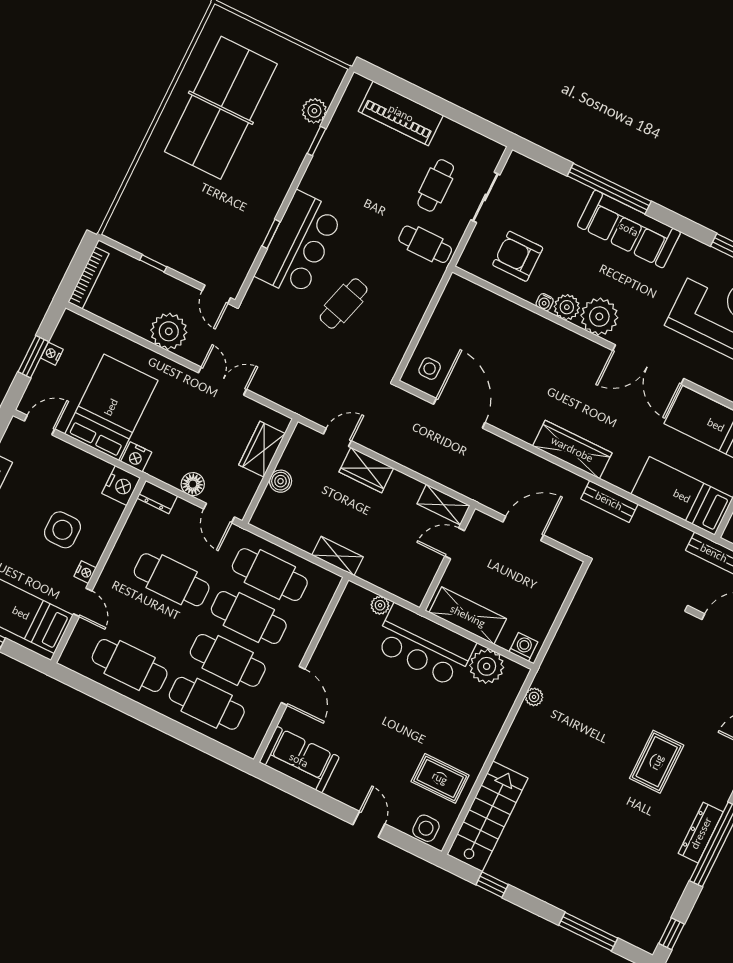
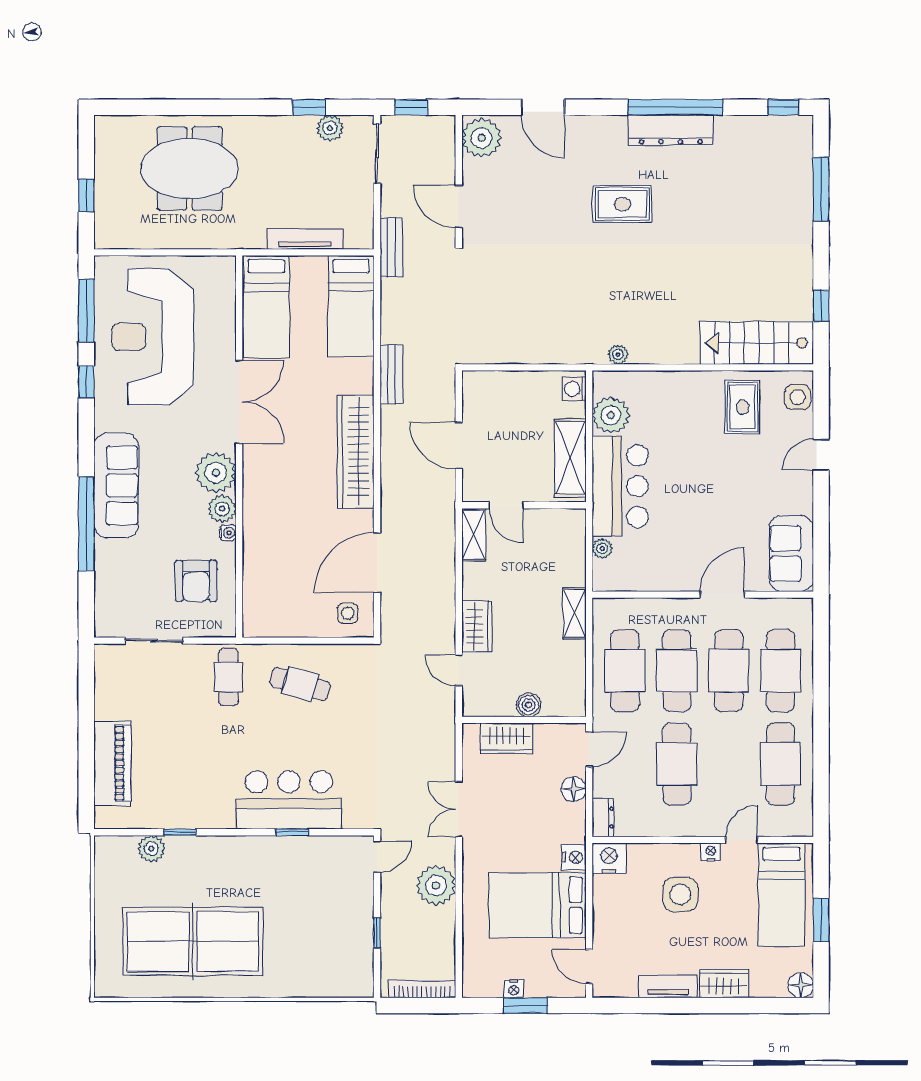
cafe table: (436, 185) -> (166, 695), removed
cafe table: (344, 303) -> (300, 684), moved
wardrobe: (572, 449) -> (356, 452), width x1.40, depth x1.17
dresser: (701, 833) -> (671, 130), width x1.37, depth x1.24

